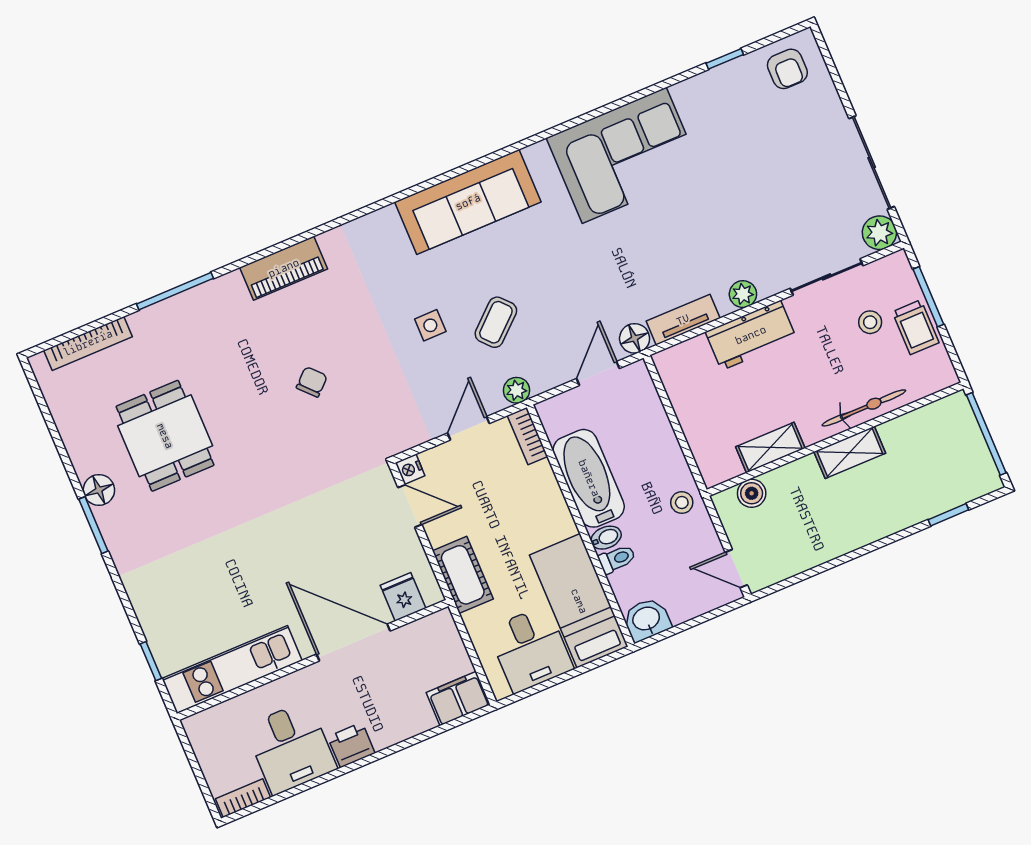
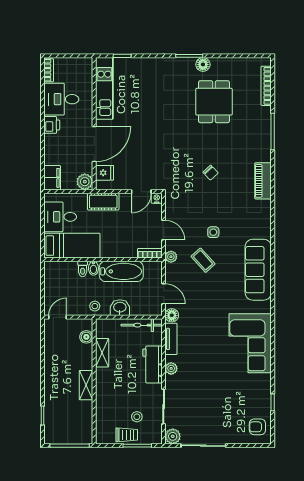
trolley: (916, 327) -> (127, 435), turned 180
bicycle: (864, 408) -> (142, 325), moved, turned 90
dining table: (165, 436) -> (214, 102), turned 90
washbasin: (646, 619) -> (120, 308), moved, turned -90
plant: (438, 629) -> (85, 182), added

